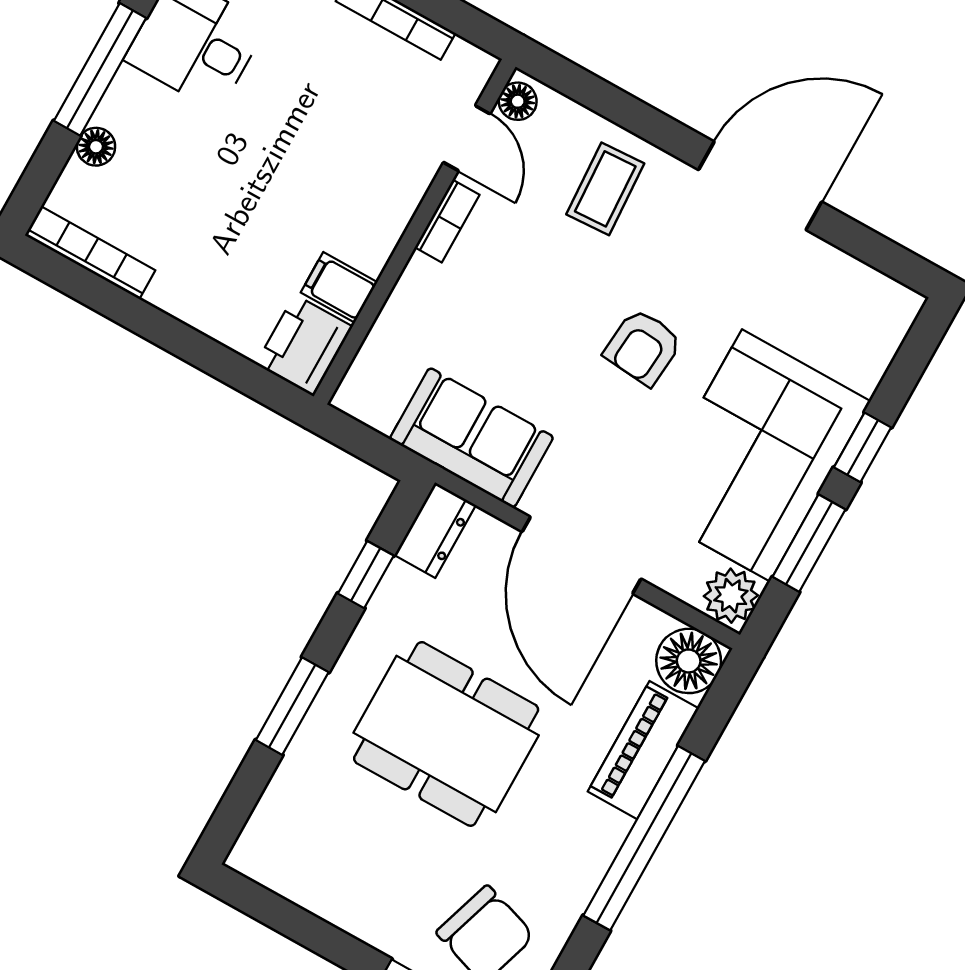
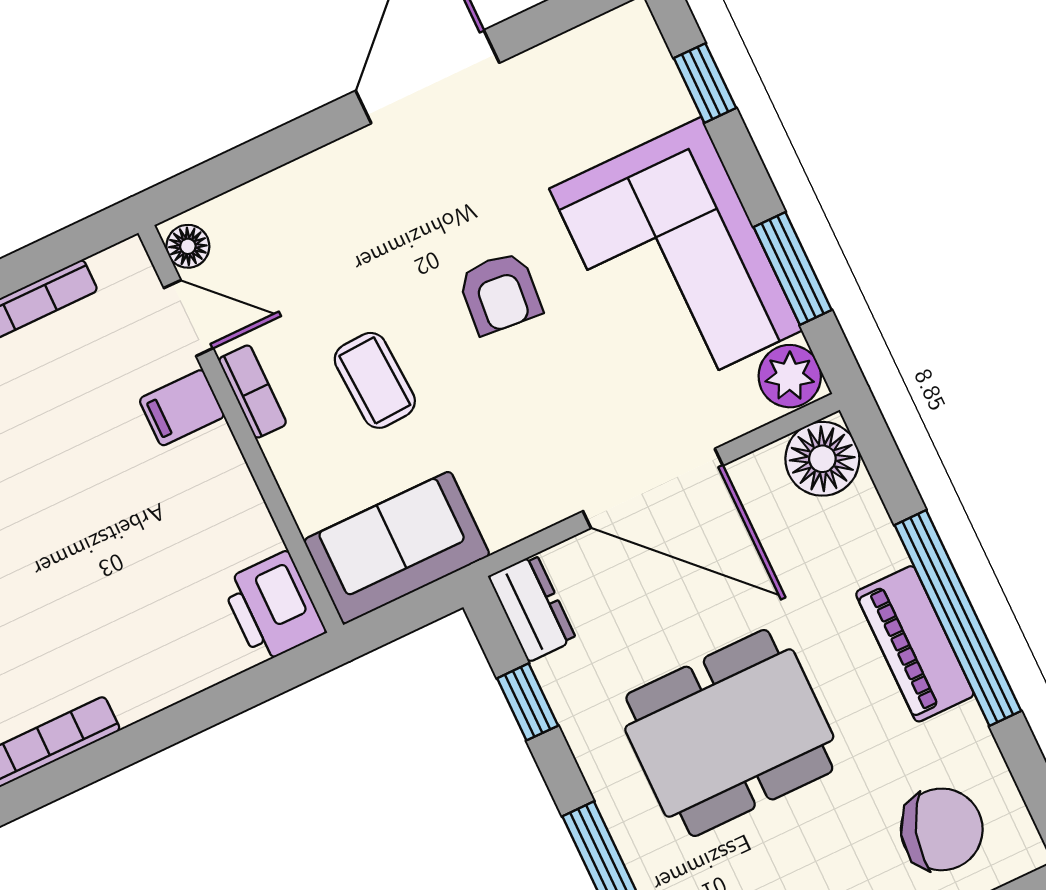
coffee table: (605, 189) -> (375, 380), moved
filing cabinet: (339, 287) -> (182, 408), moved
sofa: (472, 438) -> (397, 548), moved
window: (863, 447) -> (705, 83), moved
piano: (643, 750) -> (915, 644), moved

